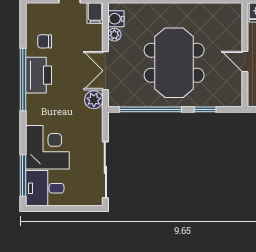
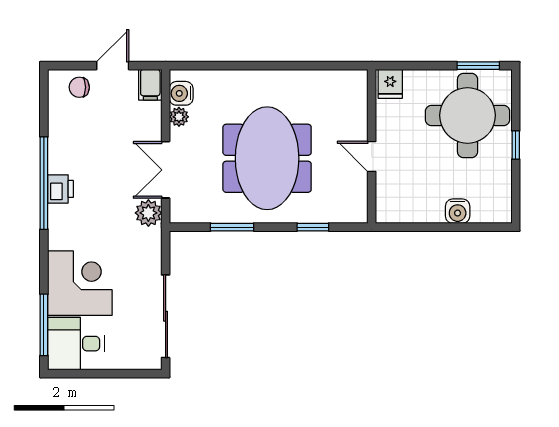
chair: (45, 41) -> (79, 87), moved
printer: (38, 75) -> (60, 189), width x0.53, depth x0.68
window: (150, 109) -> (232, 227), width x0.47

